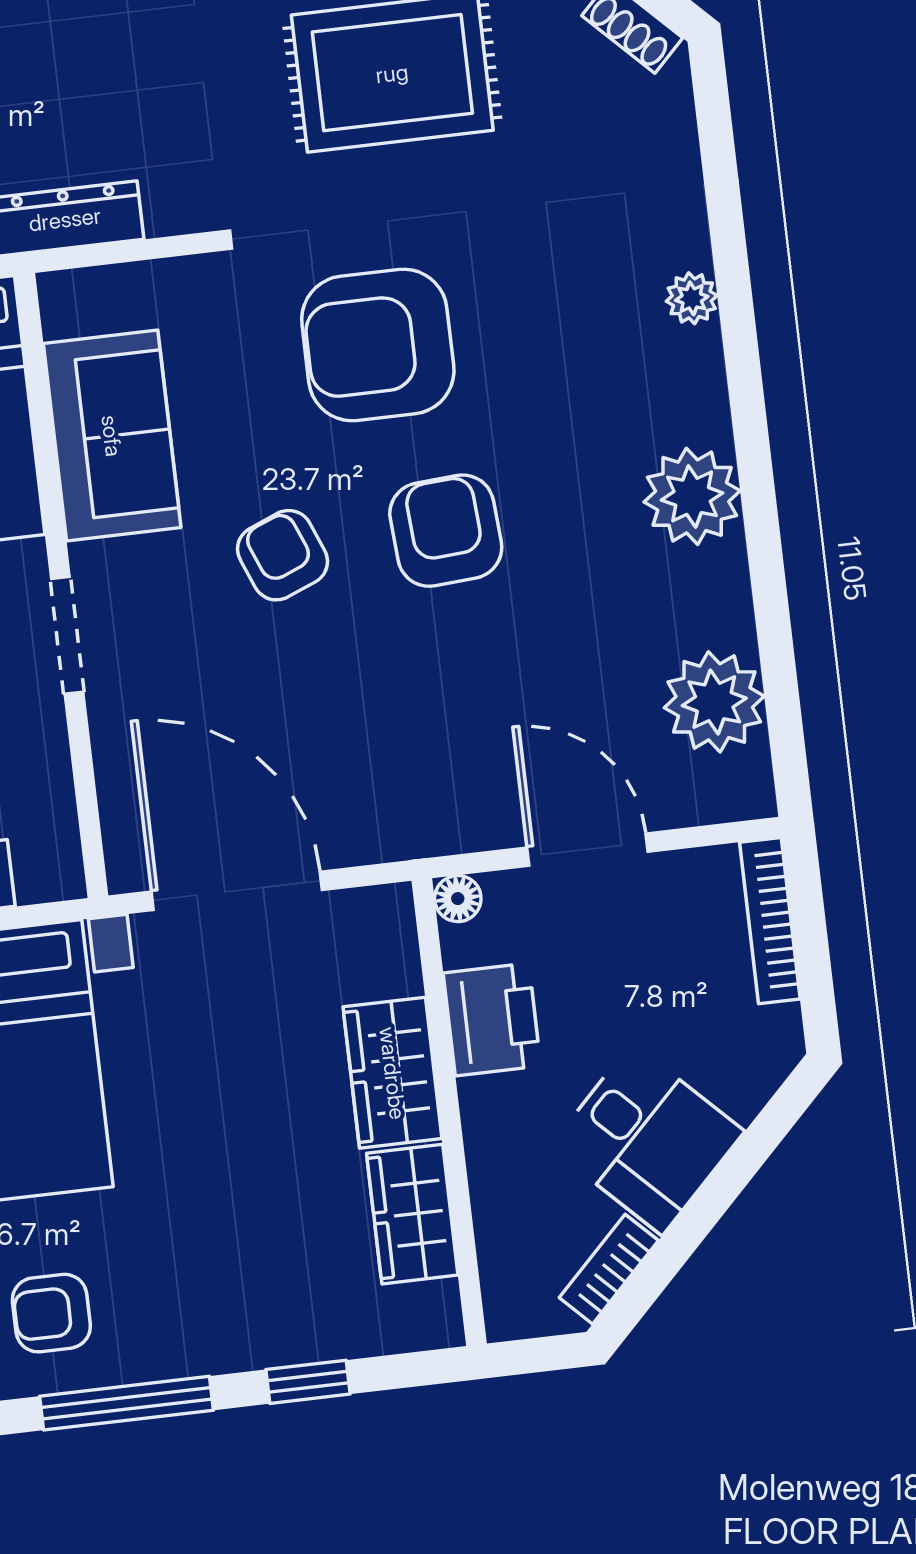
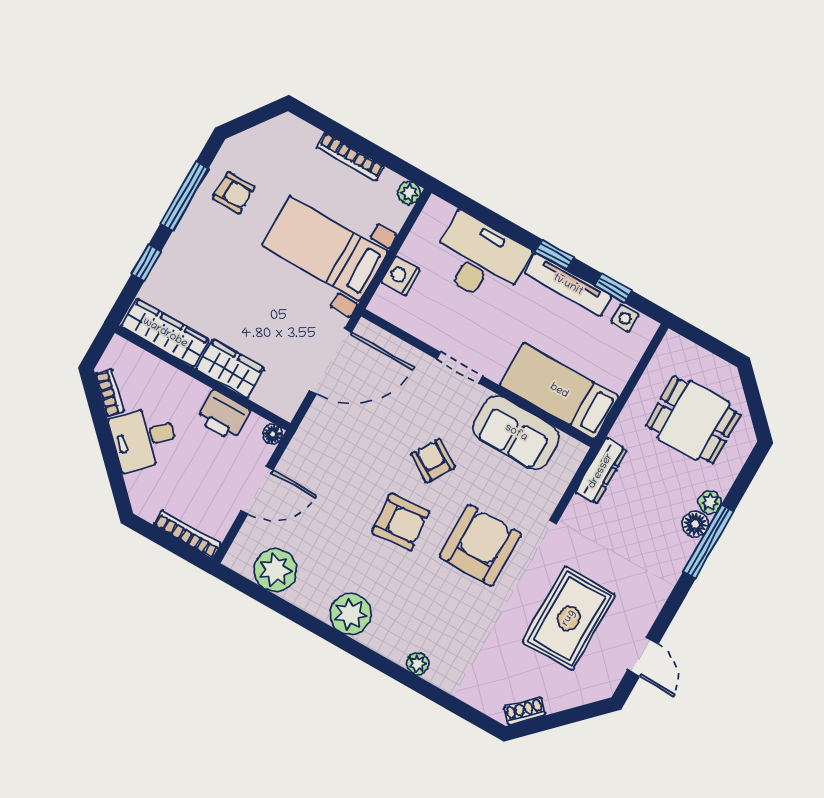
armchair: (283, 555) -> (433, 461), turned -126
wardrobe: (412, 1214) -> (165, 333), width x1.50
armchair: (51, 1313) -> (234, 193), turned 90

